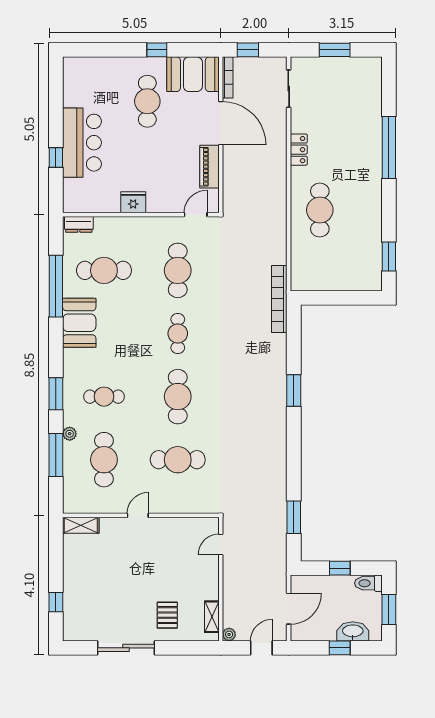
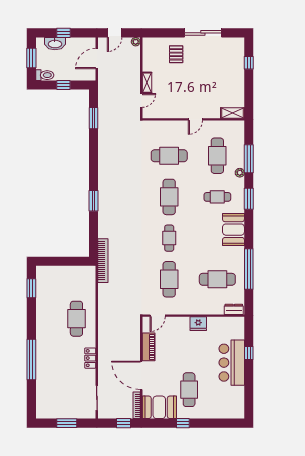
booth: (79, 323) -> (233, 230), moved
shelving: (212, 617) -> (147, 83), moved

